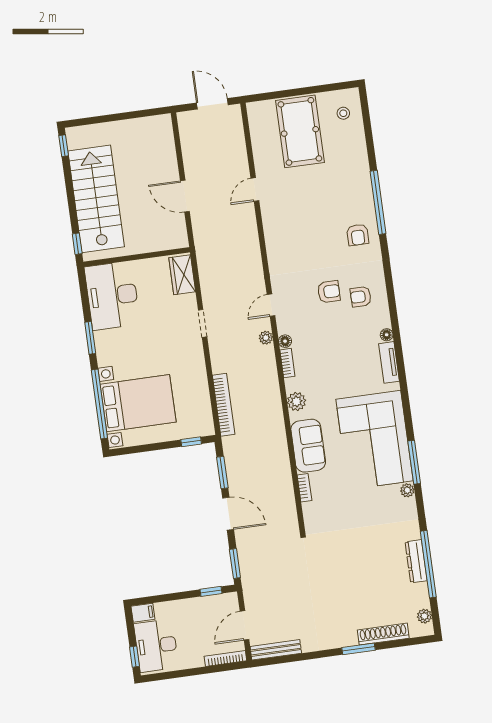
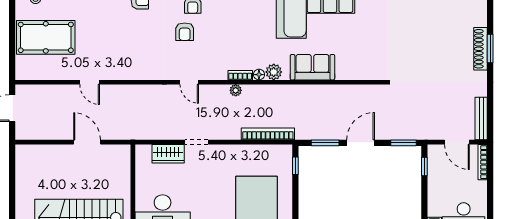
door: (185, 196) -> (87, 142), swing flipped
wardrobe: (182, 275) -> (168, 154), moved
armchair: (329, 292) -> (185, 32), turned 180
plant: (266, 338) -> (236, 90), moved
floor lamp: (285, 341) -> (259, 75), moved
bookcase: (304, 488) -> (347, 75), removed
shoe rack: (383, 634) -> (481, 49), moved

